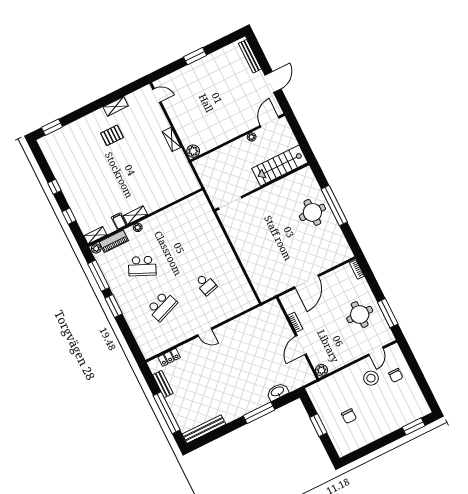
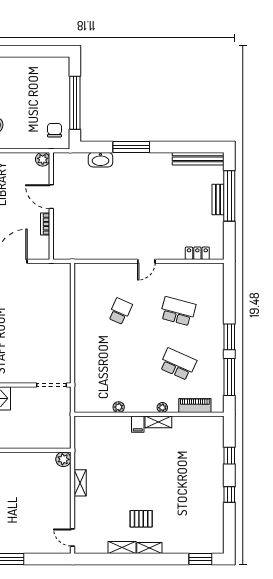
filing cabinet: (119, 221) -> (138, 424), moved
shelving: (95, 235) -> (149, 548), moved
plant: (96, 248) -> (119, 407), moved
school desk: (206, 284) -> (120, 311), turned 39
school desk: (162, 306) -> (178, 311), turned 36
door: (205, 332) -> (146, 261), swing flipped
door: (301, 345) -> (51, 197), swing flipped
bench: (163, 384) -> (218, 199), moved
chair: (349, 416) -> (54, 130), moved
window: (318, 425) -> (75, 103), width x2.11

